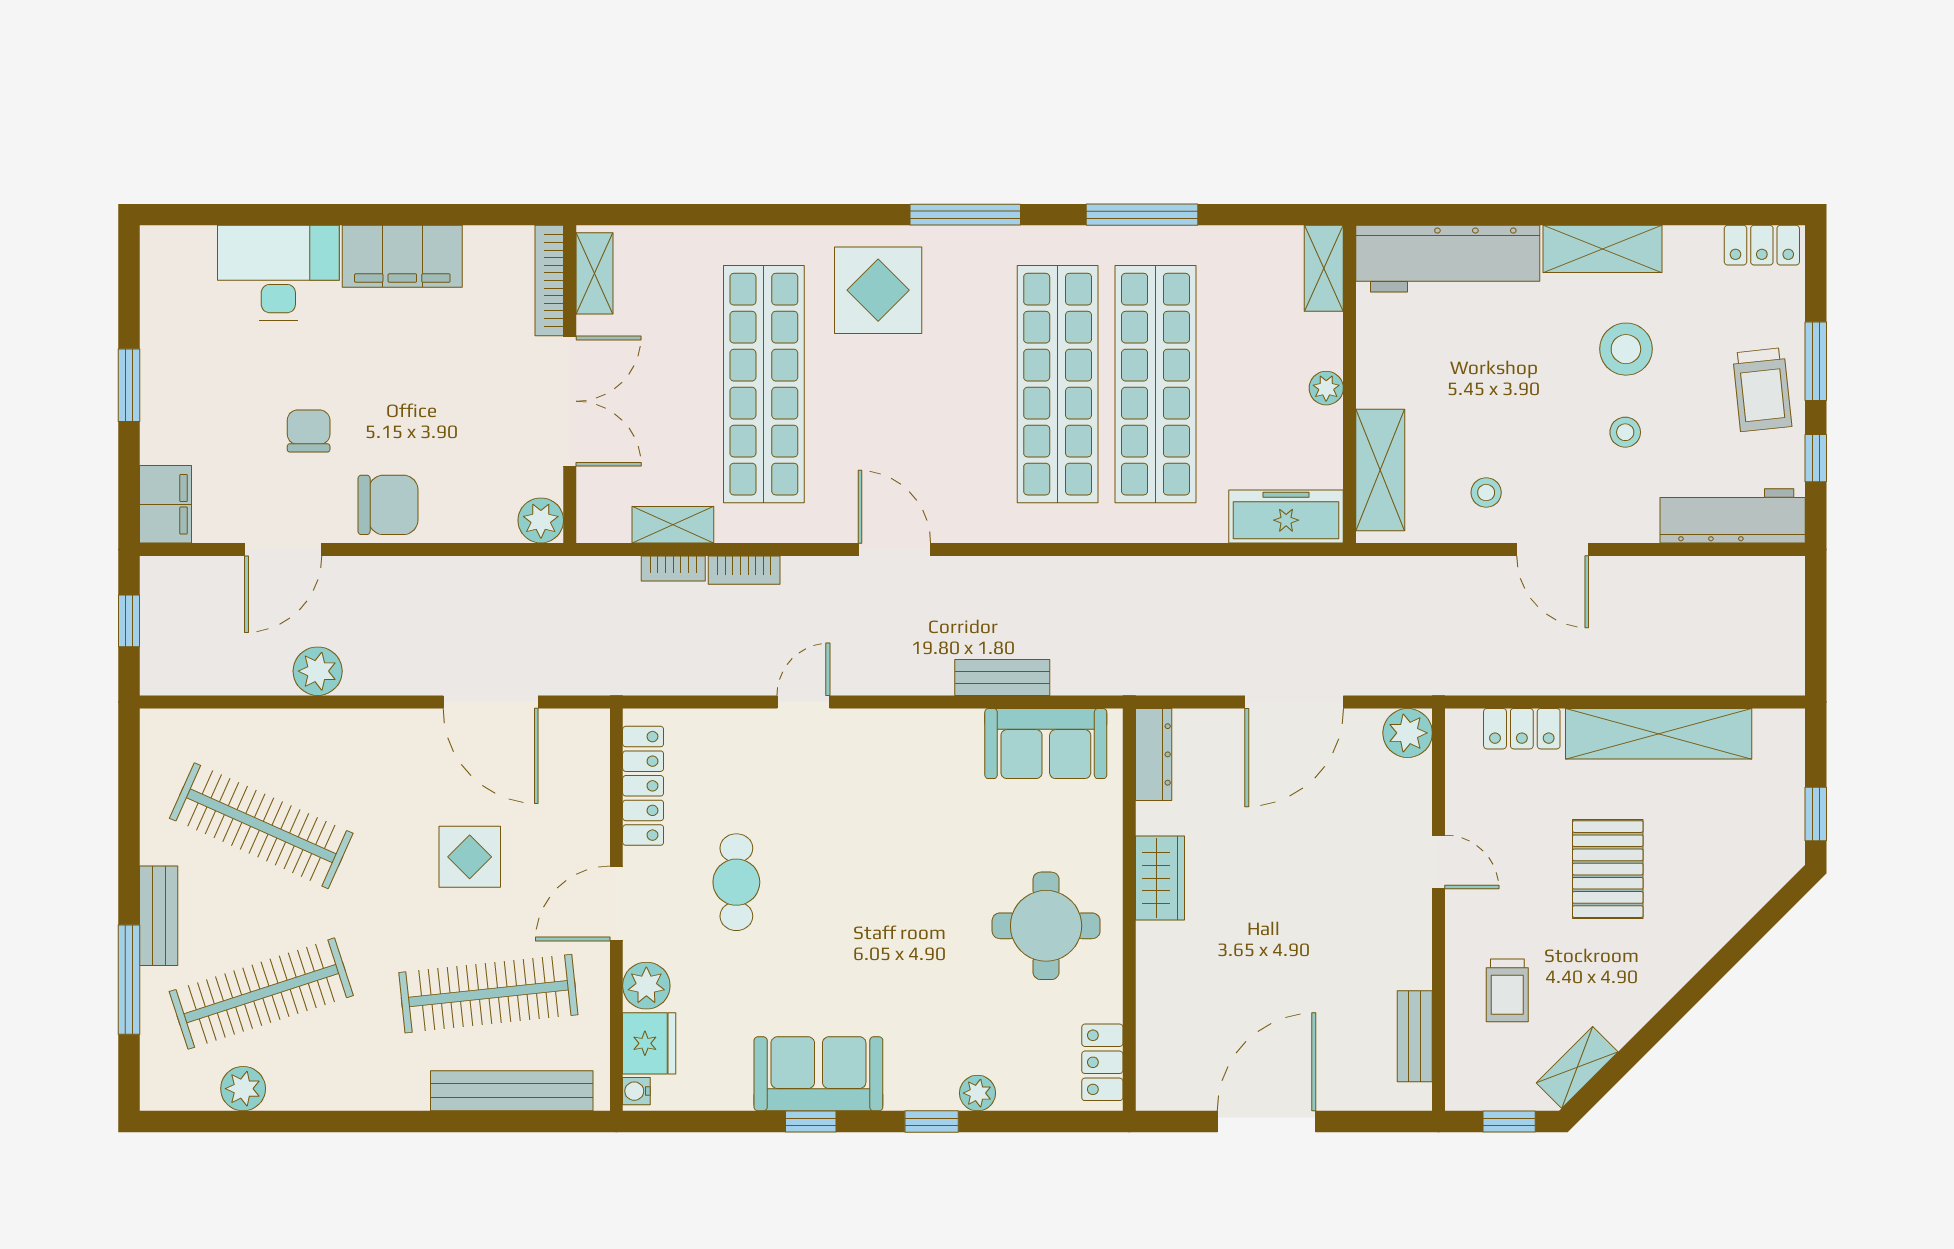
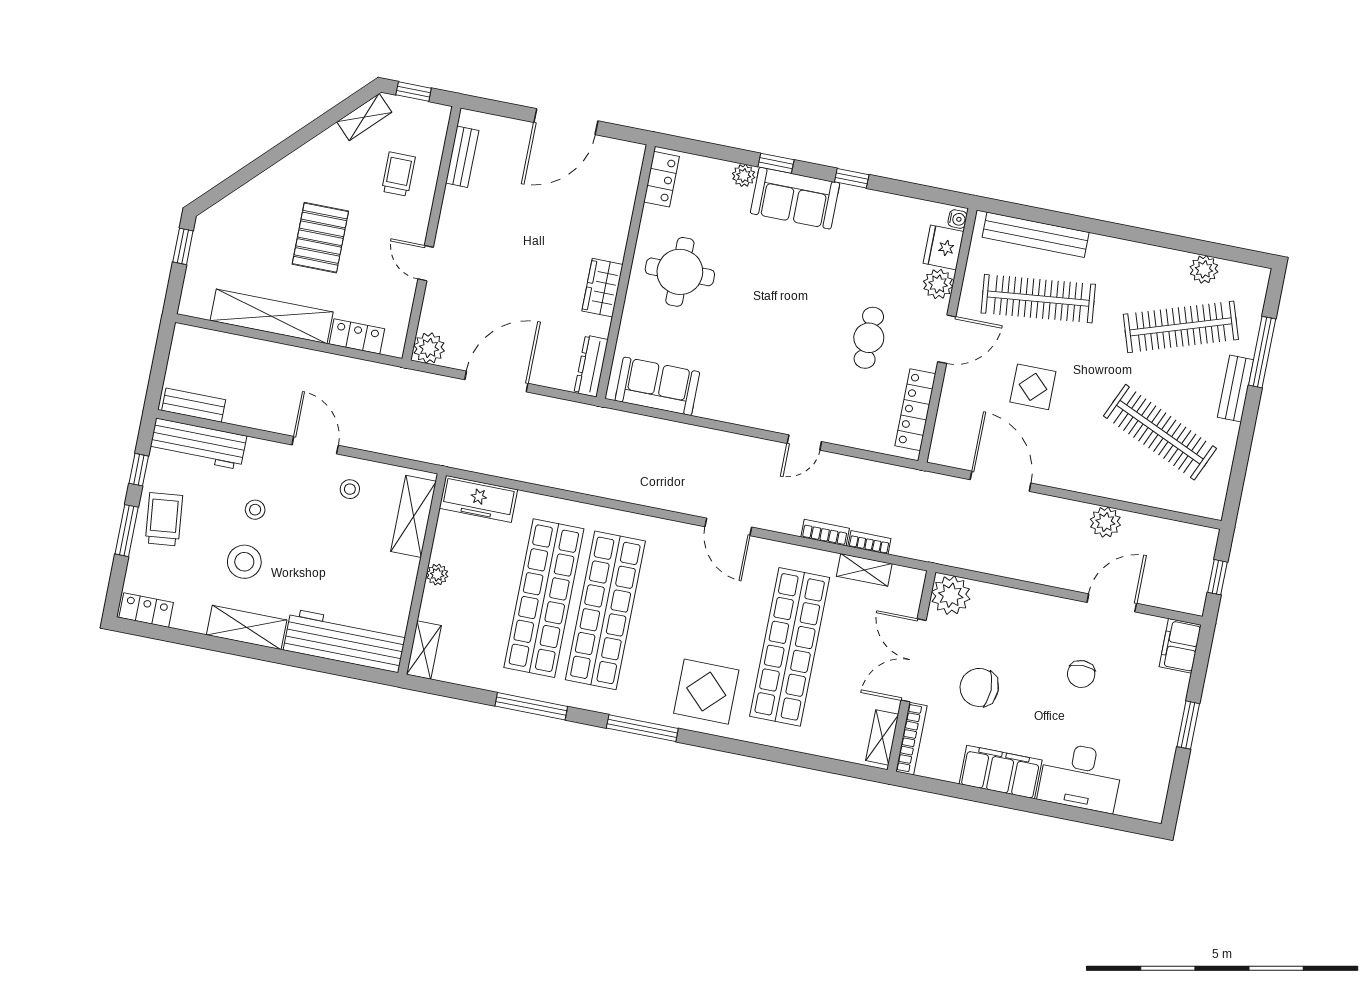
chair: (388, 505) -> (979, 687), moved
plant: (541, 520) -> (951, 595), width x1.36, depth x1.36
bench: (1002, 678) -> (194, 405), moved
sofa: (818, 1074) -> (795, 198), moved

